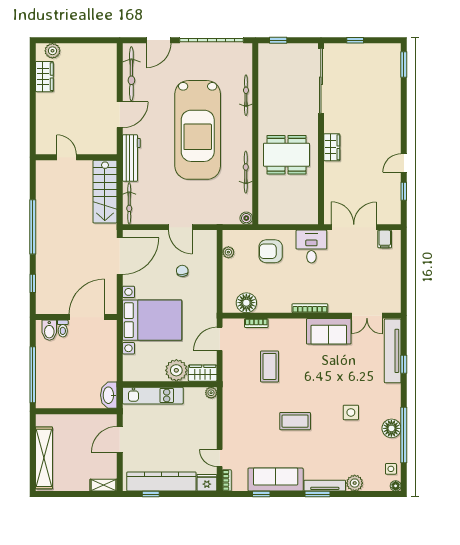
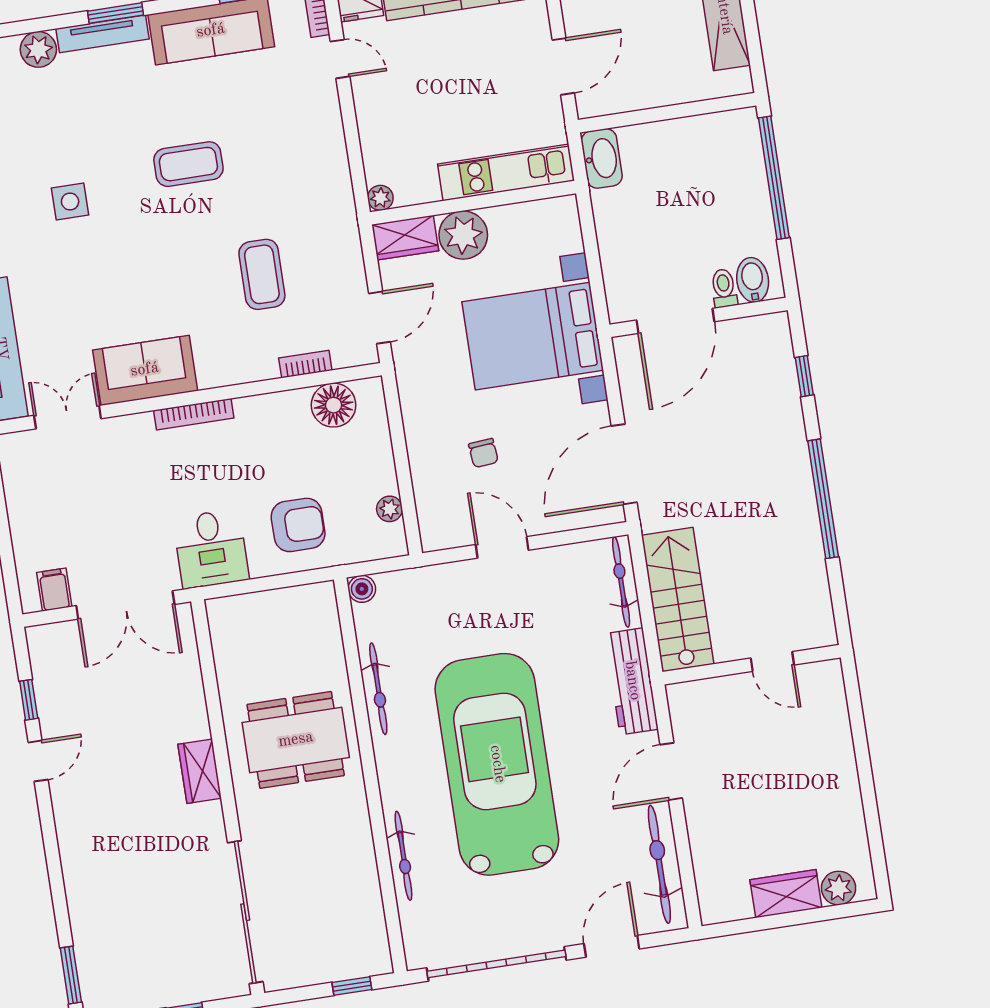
wardrobe: (44, 77) -> (786, 894), moved, turned 90

